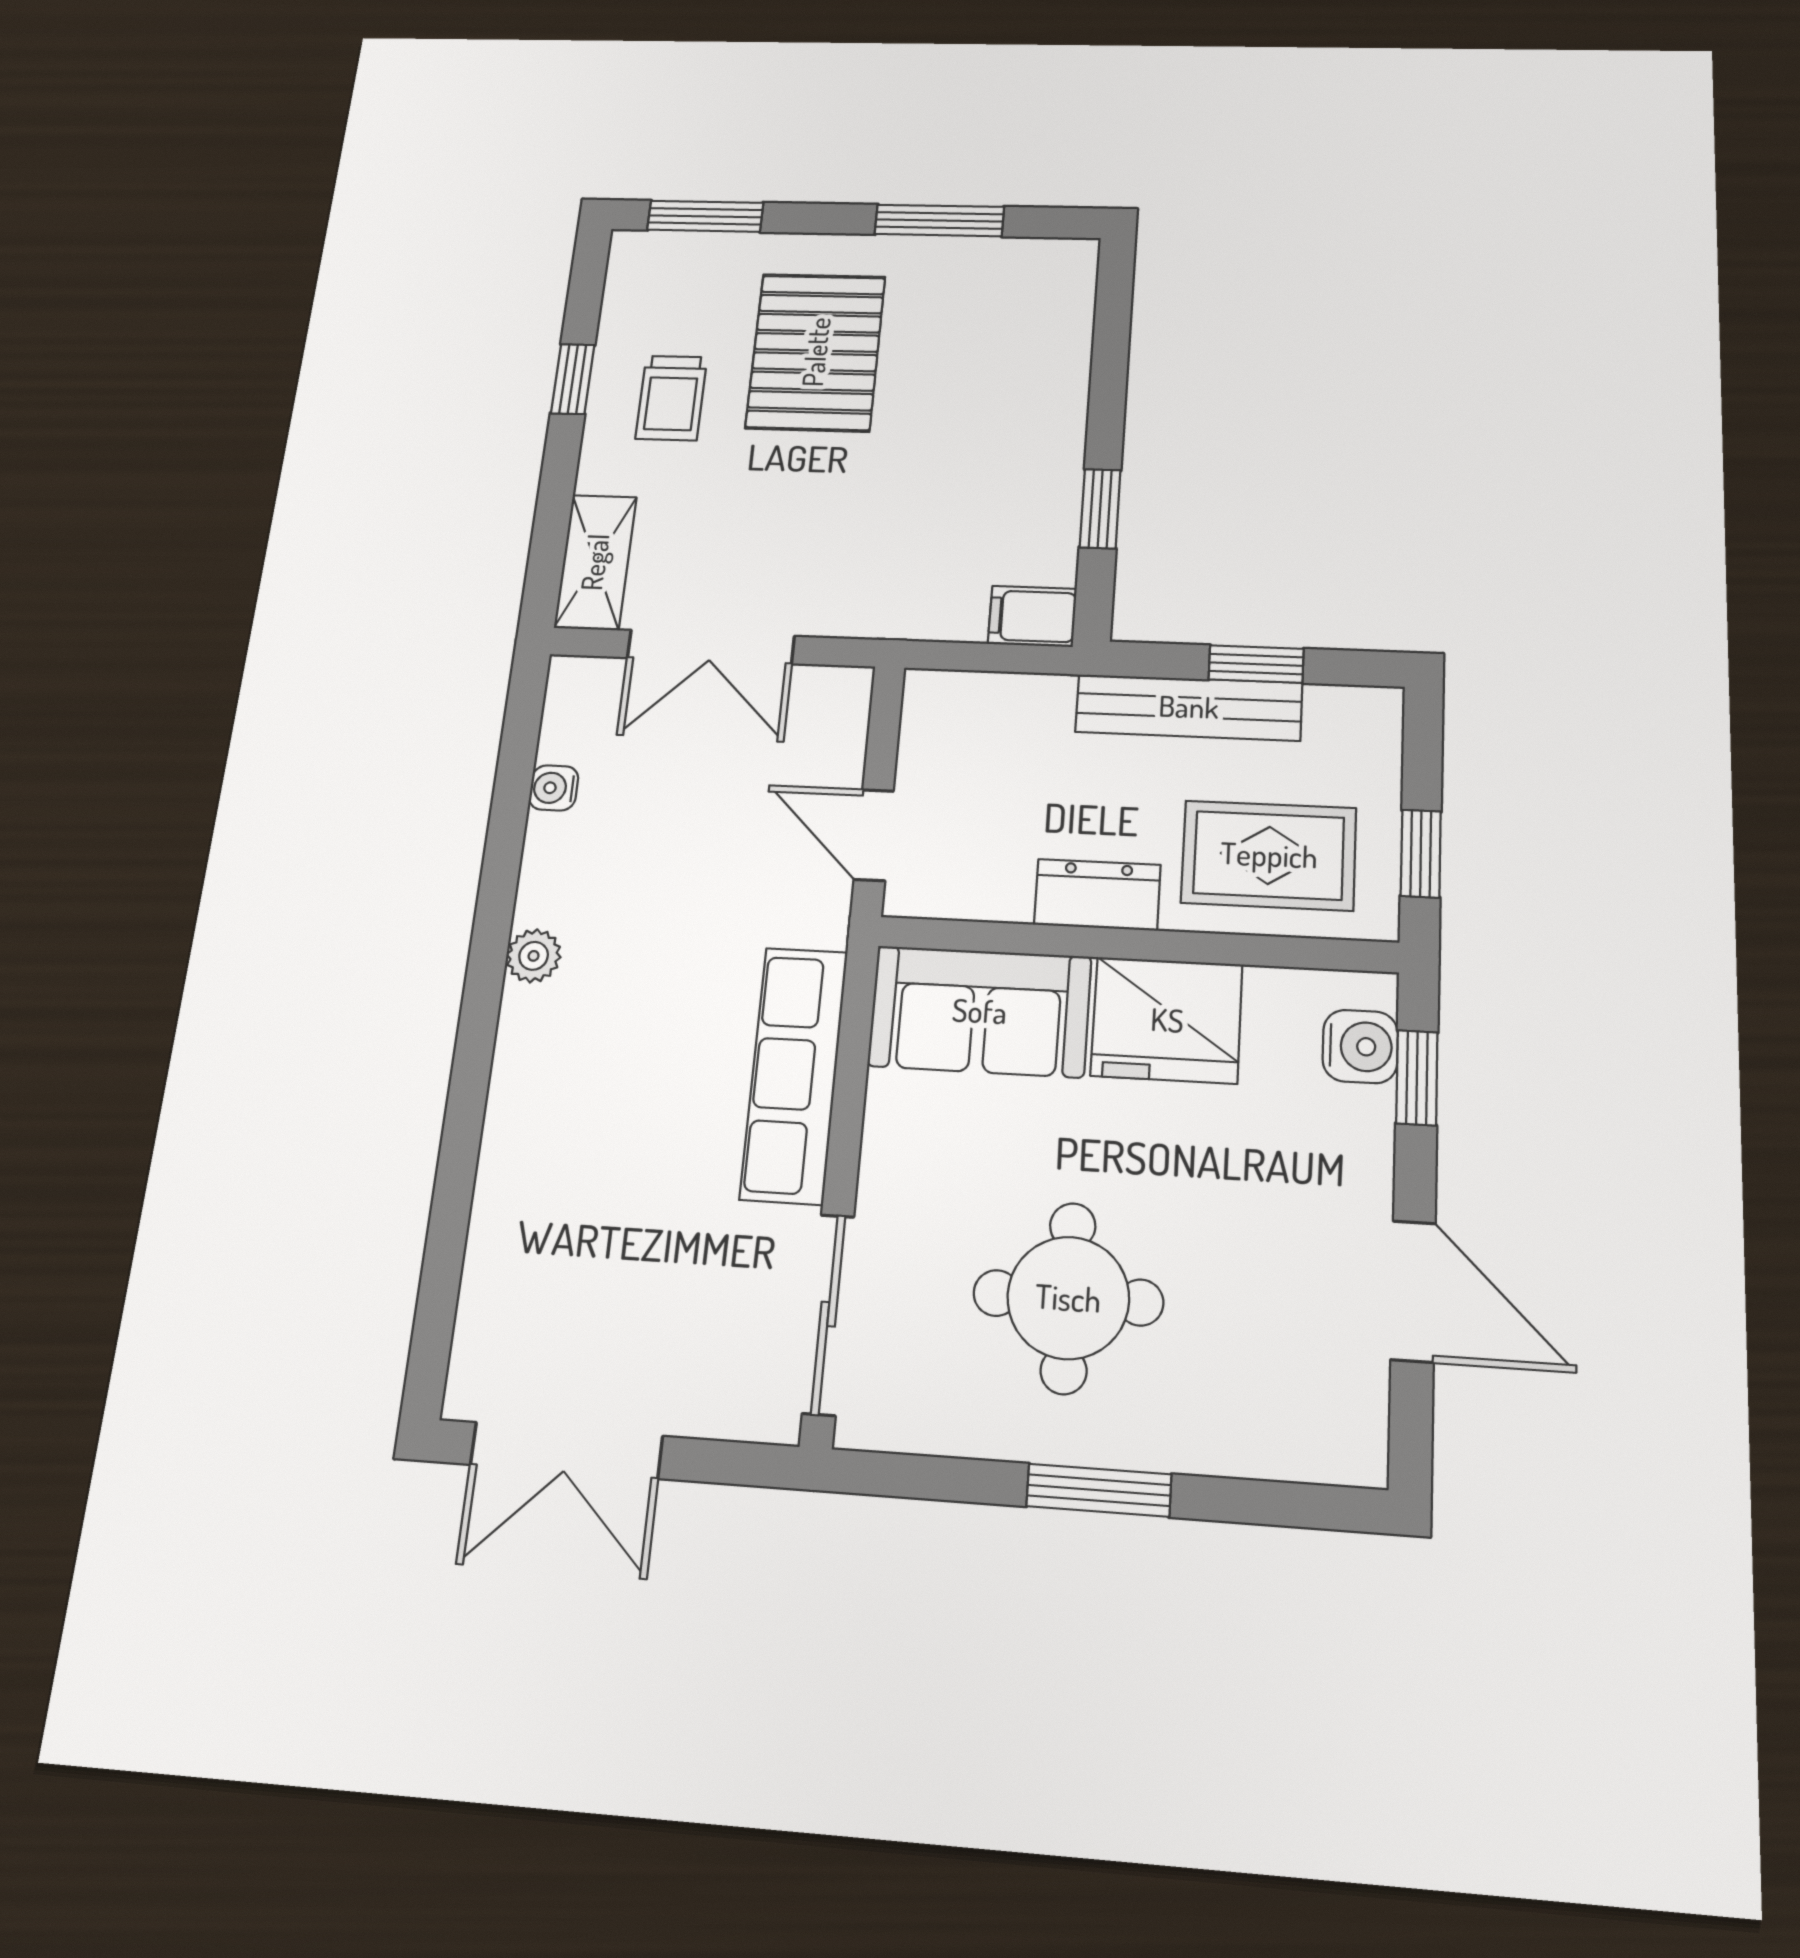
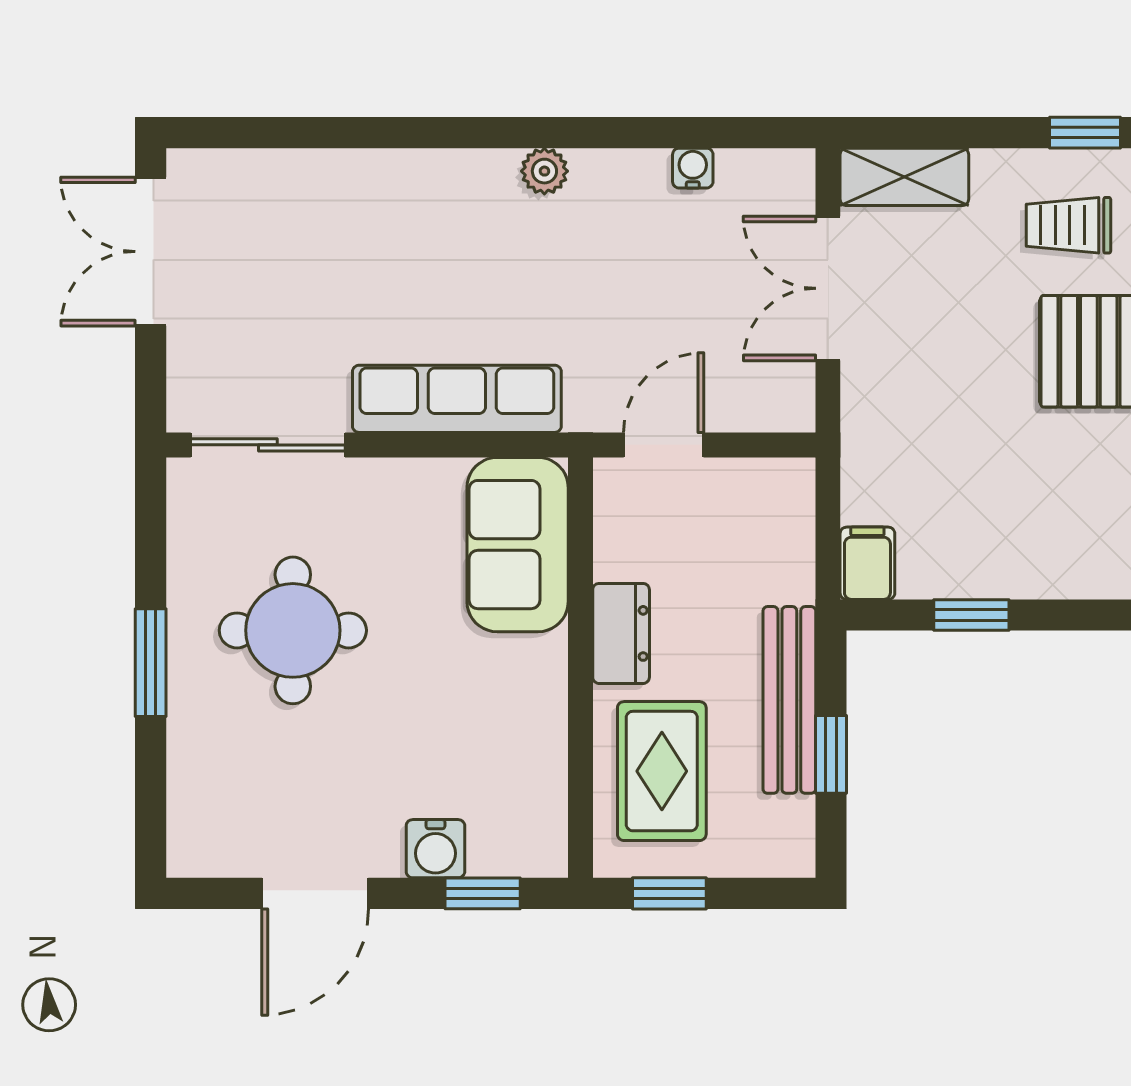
fridge: (1167, 1020) -> (519, 695), removed
water cooler: (1360, 1046) -> (435, 849), moved

